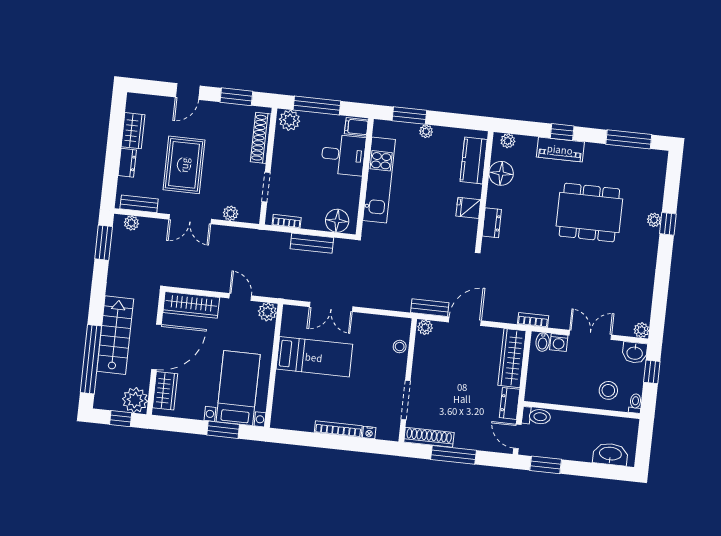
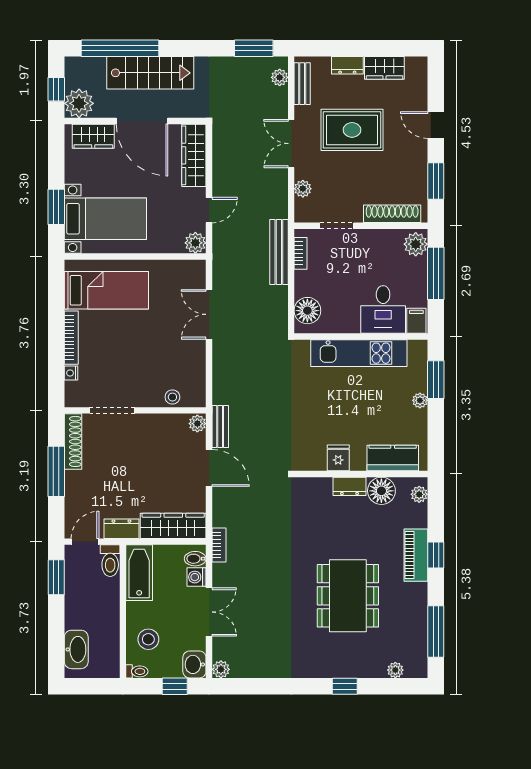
plant: (654, 220) -> (395, 670), moved
dresser: (492, 223) -> (349, 486), moved
bench: (312, 243) -> (279, 252), moved, width x1.36
bed: (314, 357) -> (106, 290), moved, turned -90
bathtub: (549, 392) -> (139, 573), added

